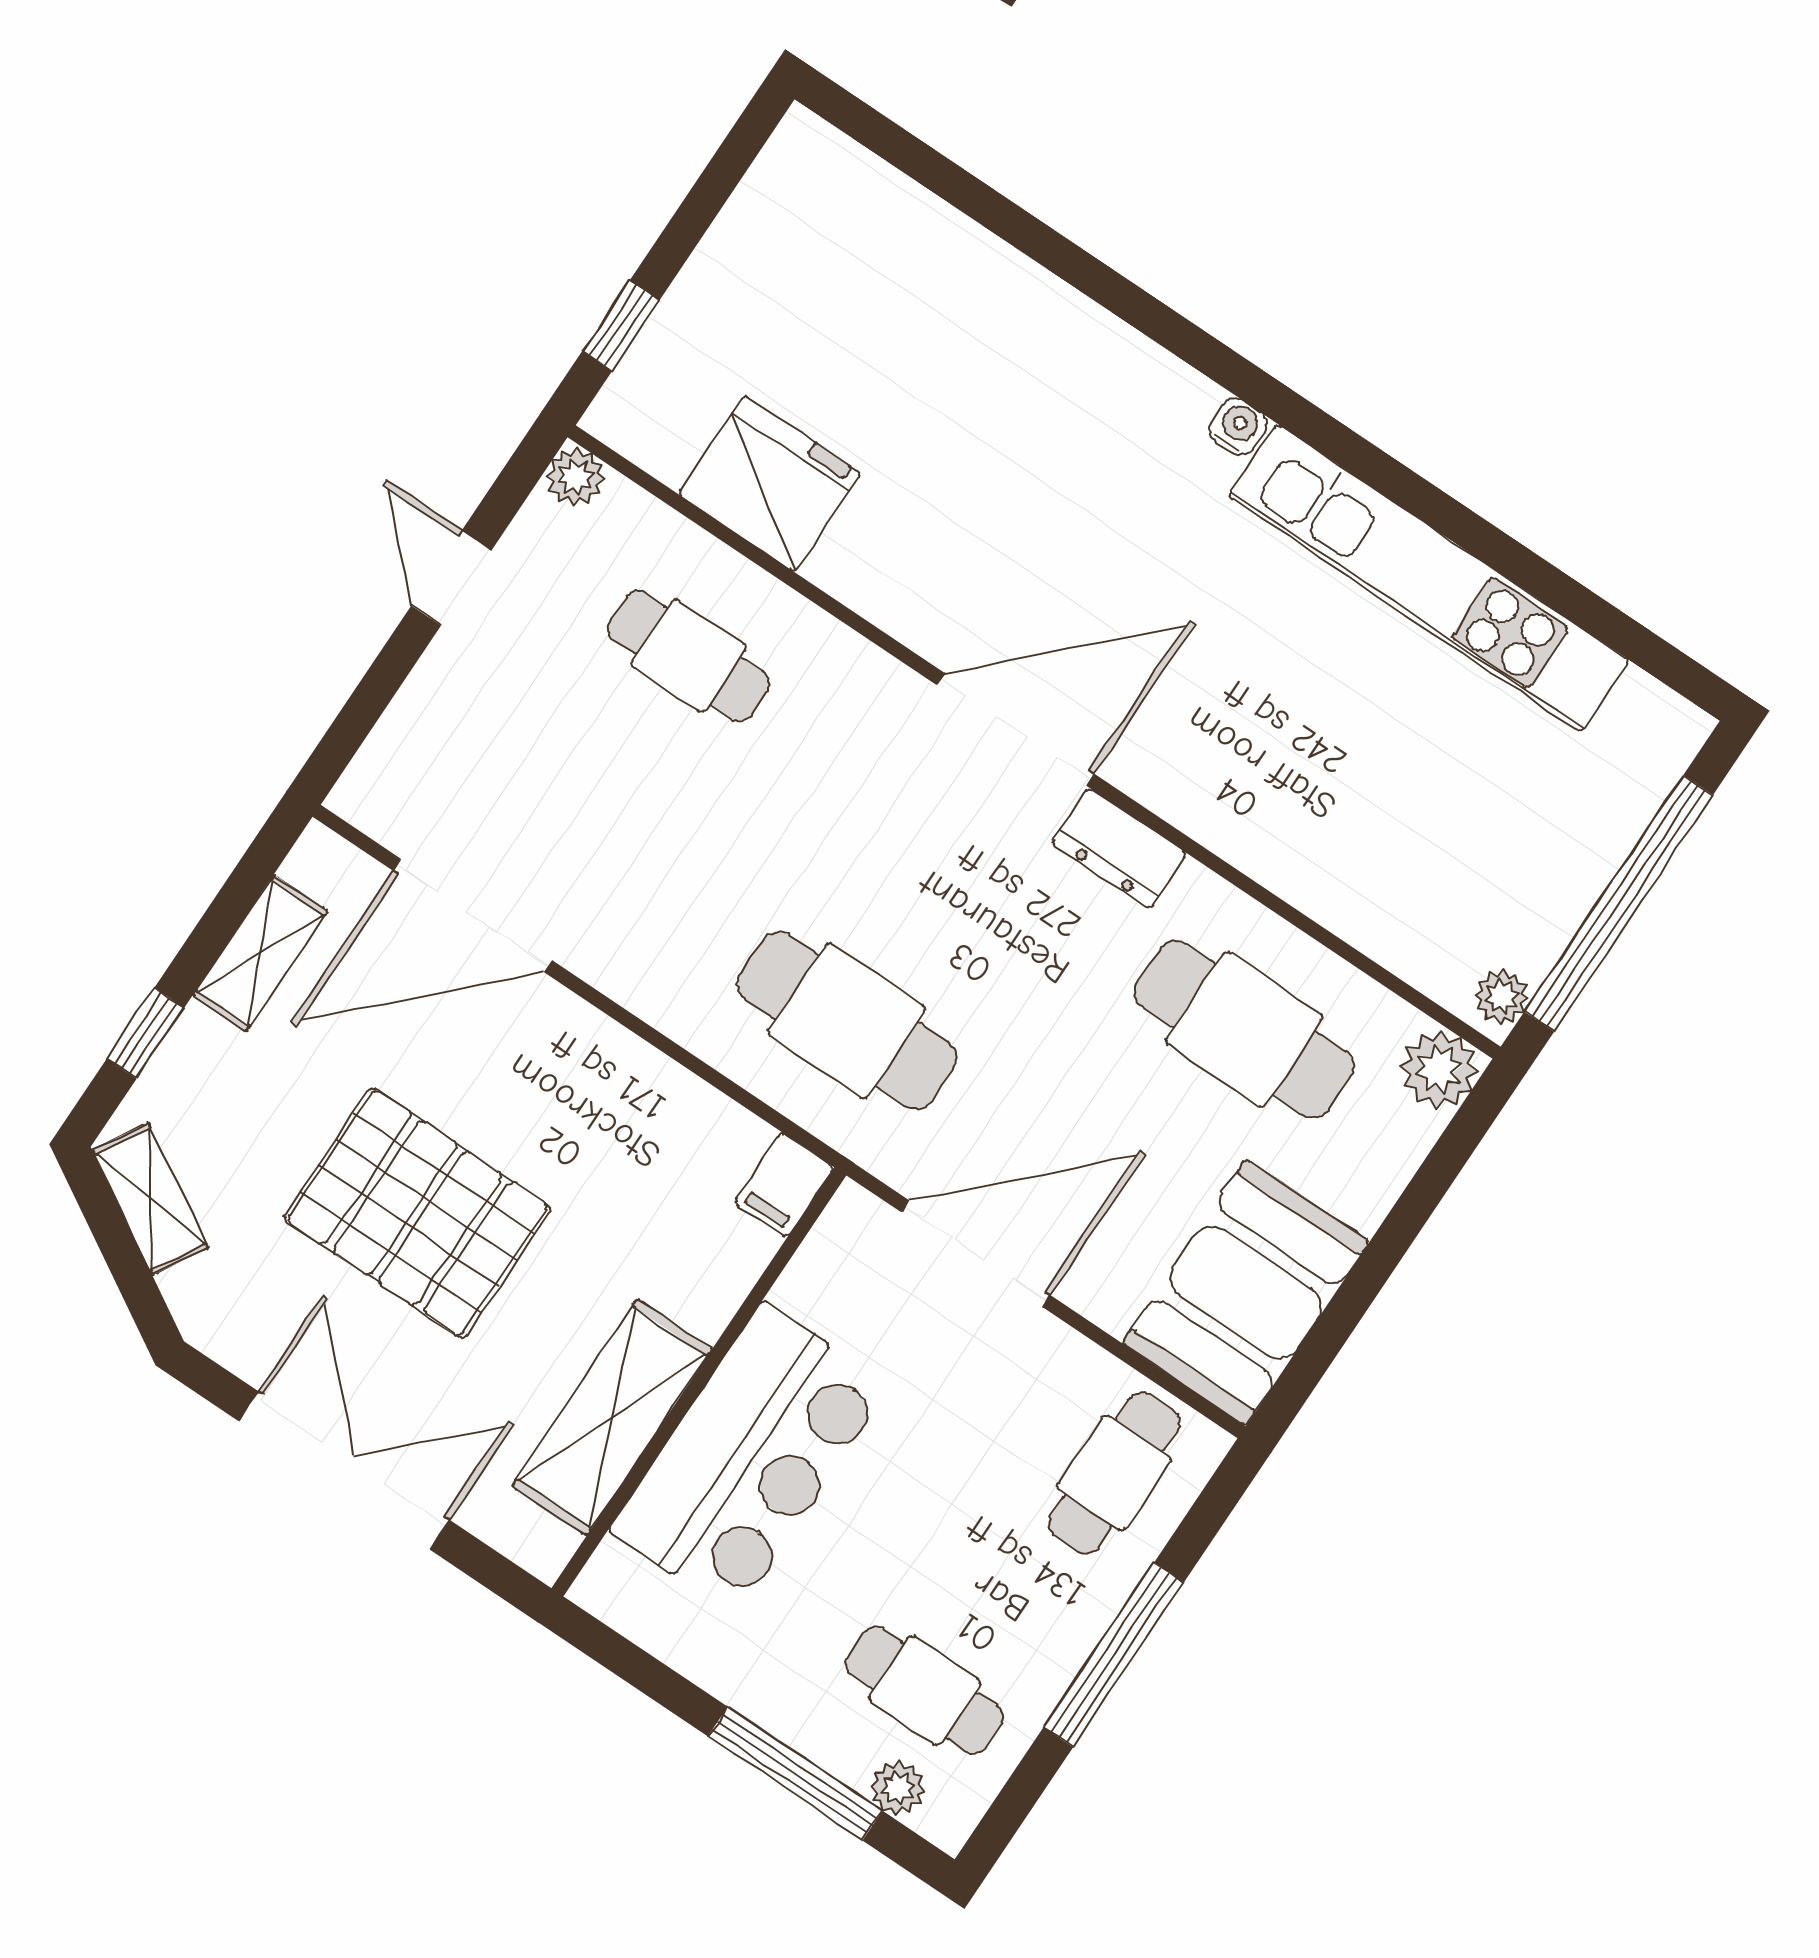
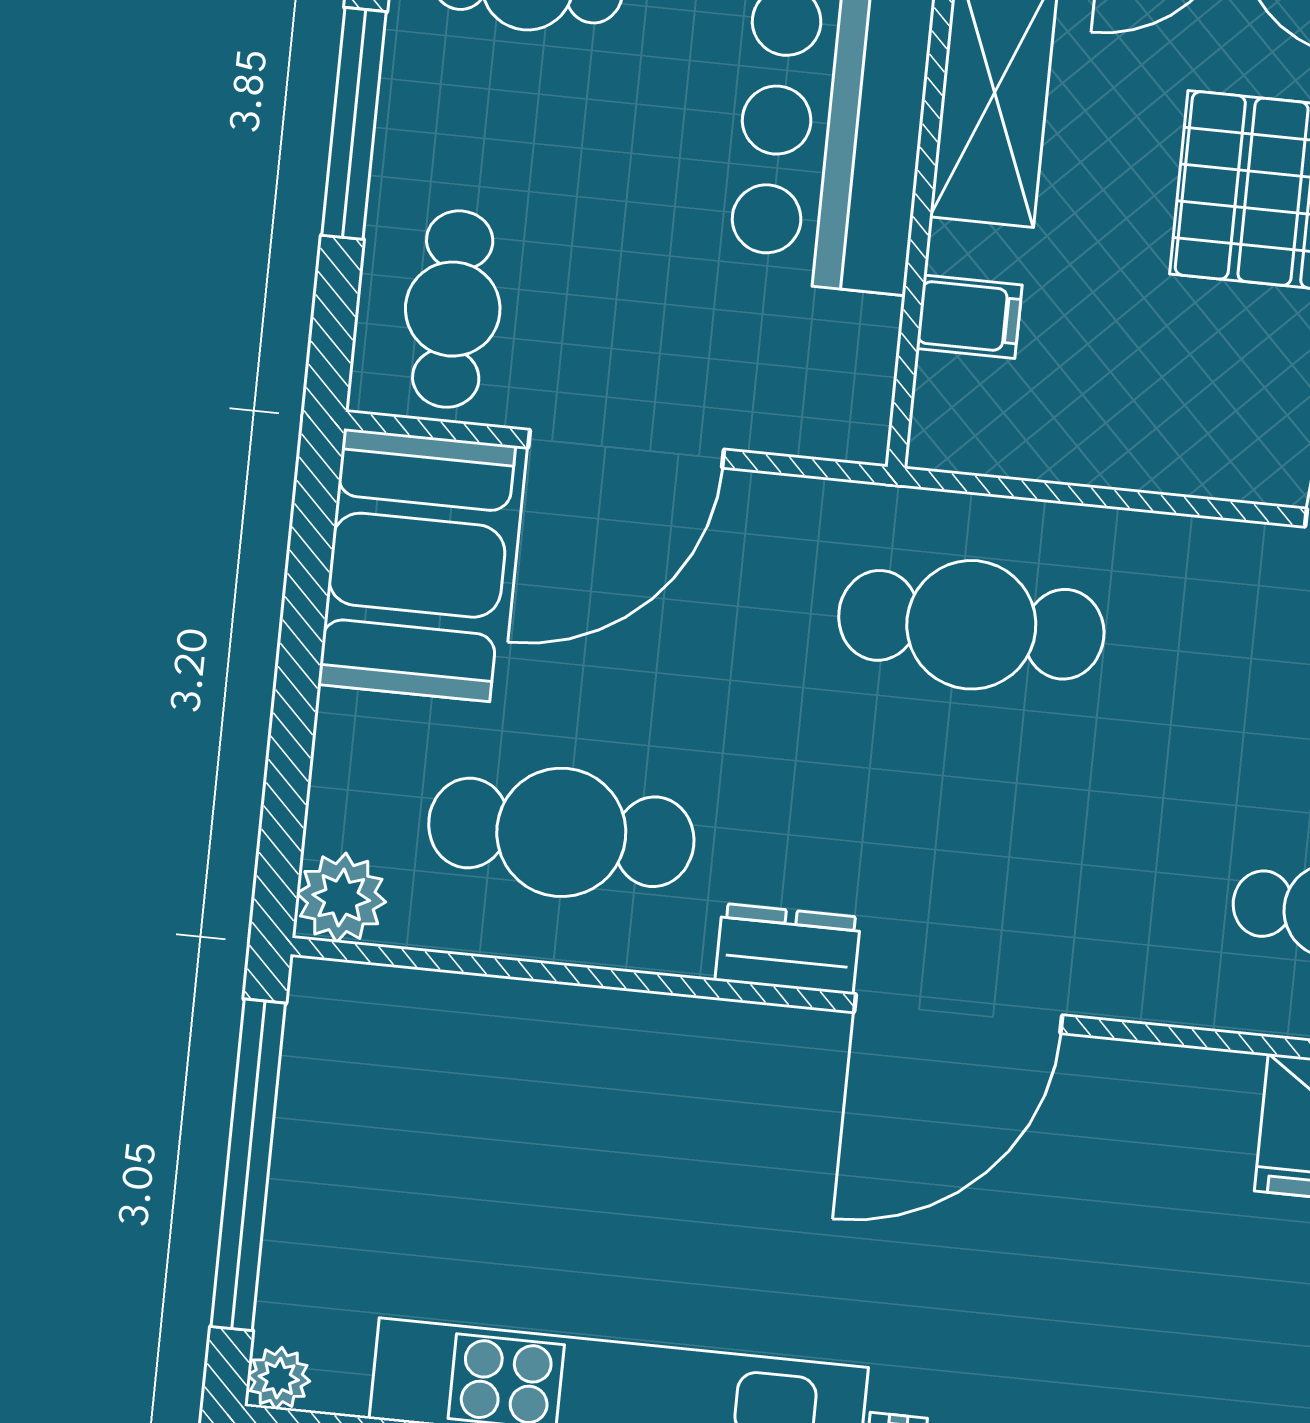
plant: (1502, 997) -> (279, 1378), moved
filing cabinet: (784, 1185) -> (969, 317), moved, turned 90
door: (976, 1254) -> (626, 449), moved

